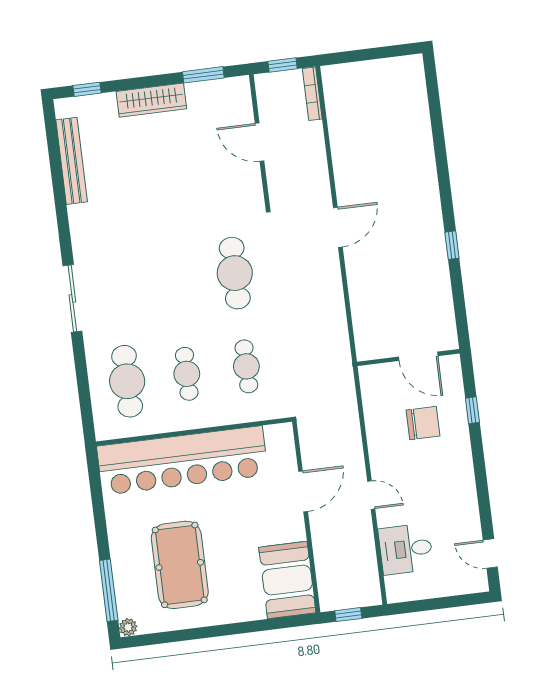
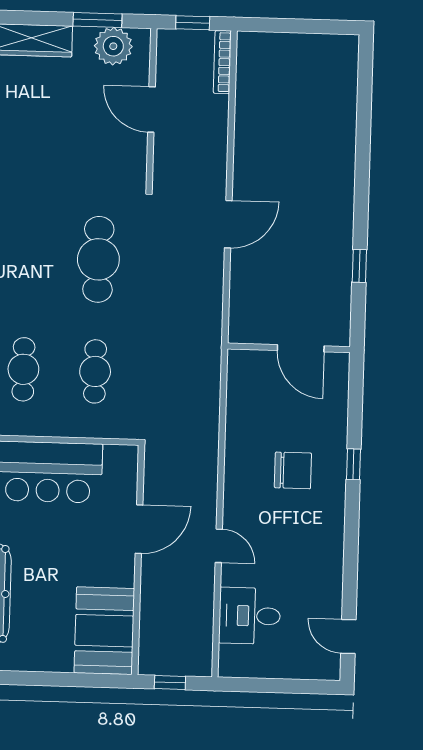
plant: (220, 95) -> (113, 46), added
door: (418, 356) -> (301, 348), moved
wall: (408, 358) -> (289, 348), moved

